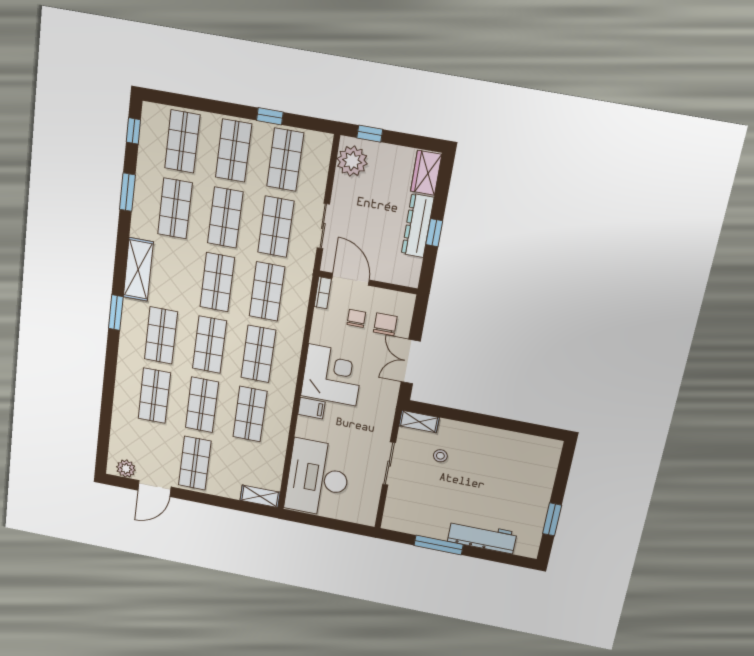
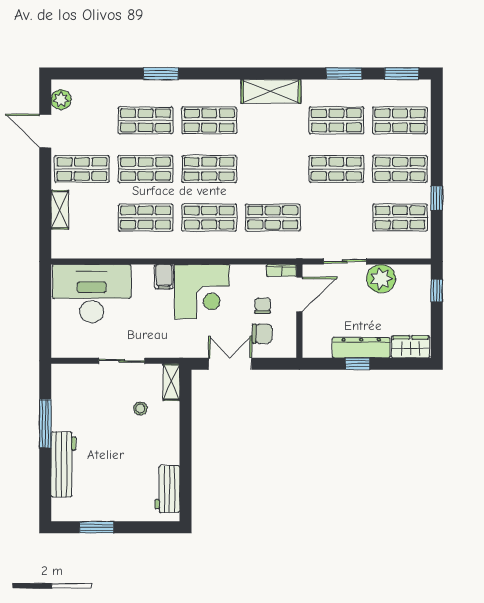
window: (133, 131) -> (402, 74), width x1.50
plant: (352, 161) -> (381, 279), moved
shop shelf: (276, 227) -> (336, 218), removed
shop shelf: (217, 282) -> (273, 169), removed
window: (116, 313) -> (161, 74), moved
chair: (356, 318) -> (263, 306), turned -90
workbench: (528, 446) -> (167, 489), added
shelving: (260, 496) -> (60, 210), moved

